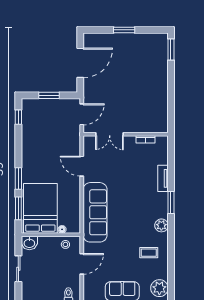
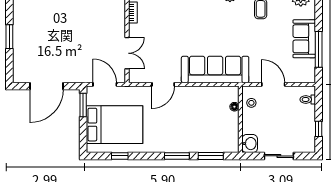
door: (80, 63) -> (47, 86), swing flipped
window: (49, 95) -> (83, 105), moved
window: (18, 117) -> (120, 156), moved
bed: (40, 208) -> (115, 125), moved, turned 180

